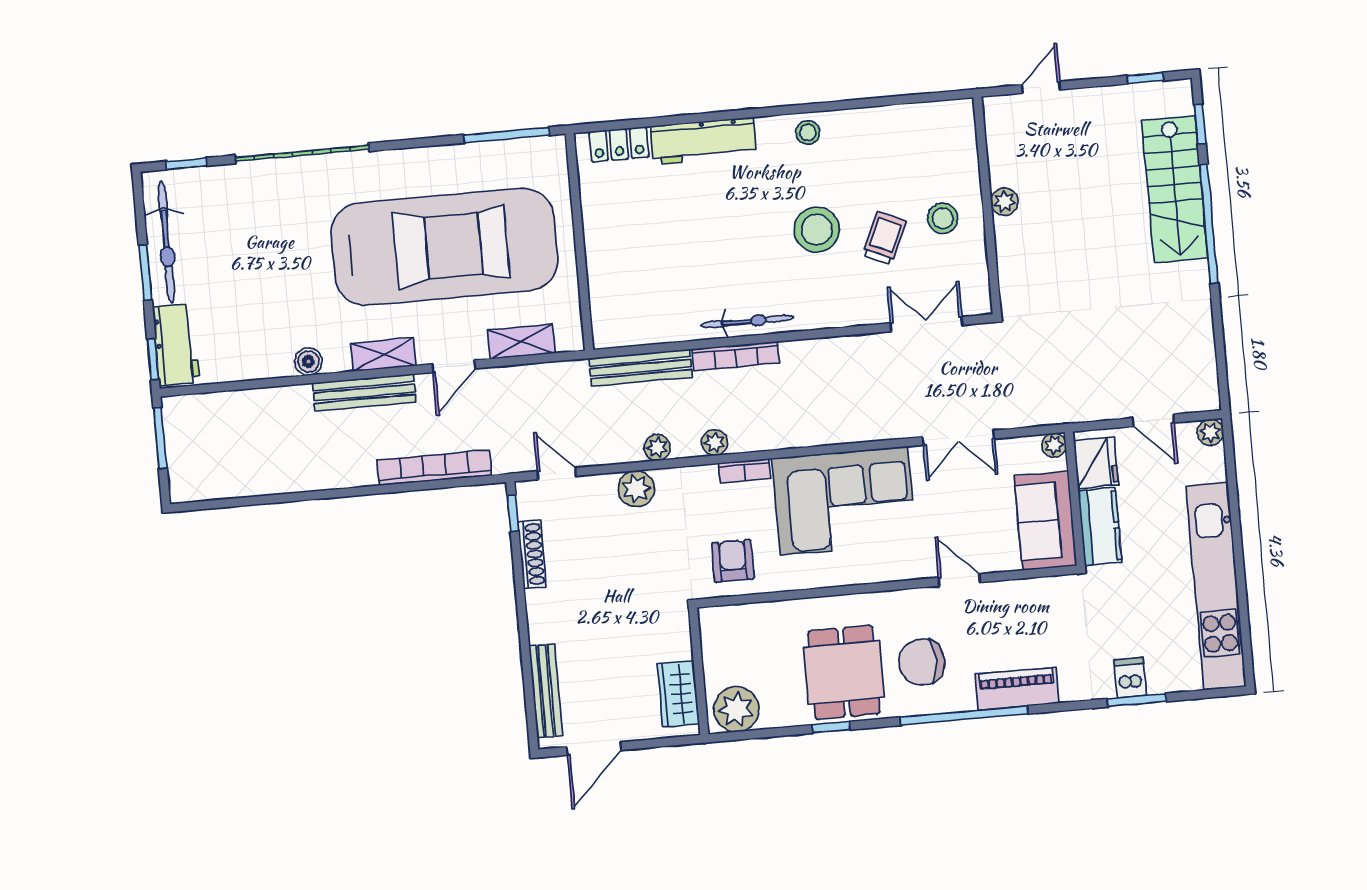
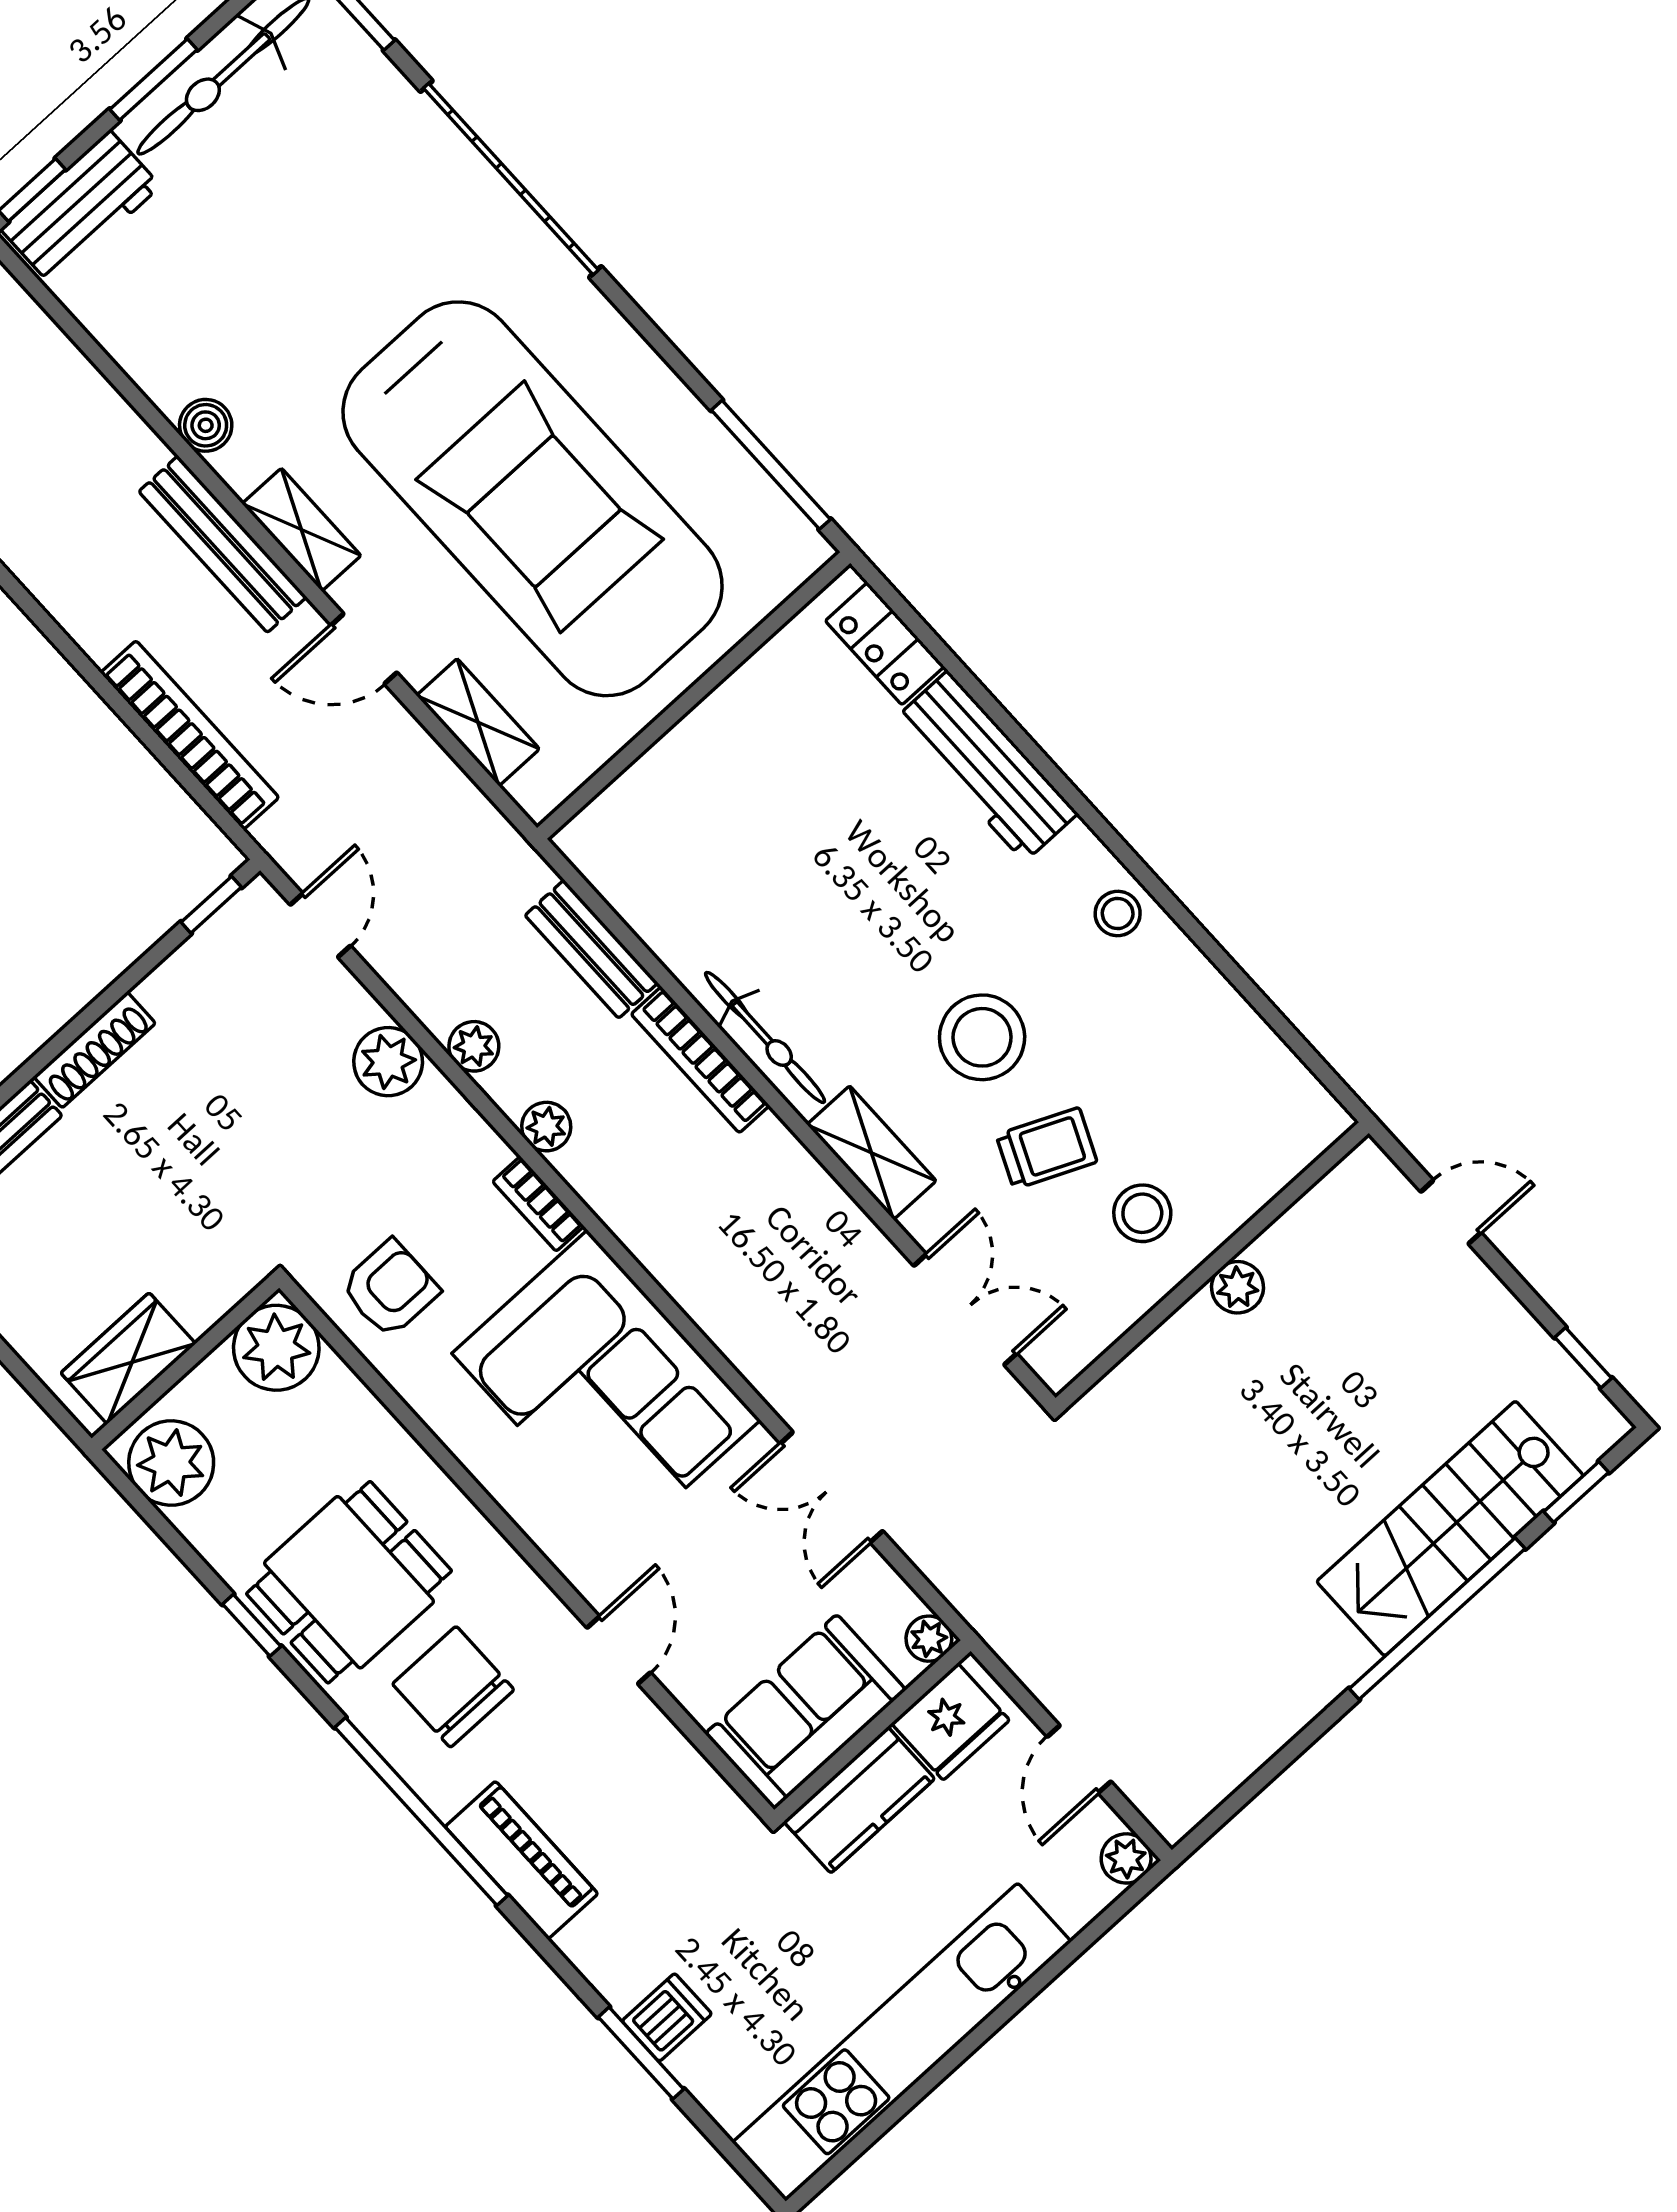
shelving: (830, 313) -> (872, 1153), added
bench: (640, 368) -> (591, 949), width x0.73
shoe rack: (532, 554) -> (94, 1050), moved
plant: (721, 628) -> (276, 1348), added

